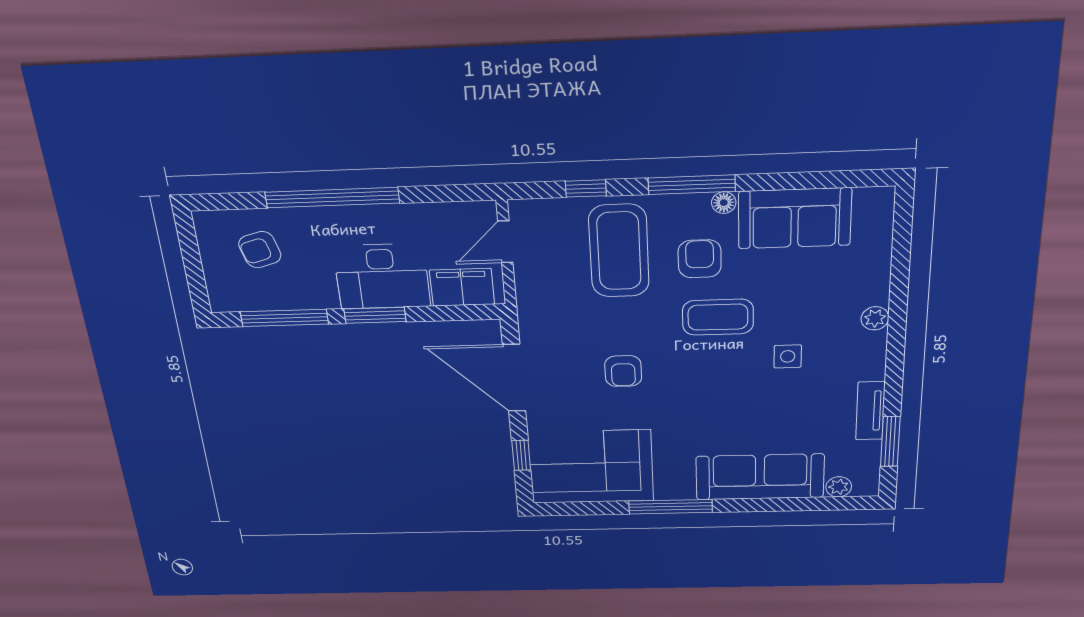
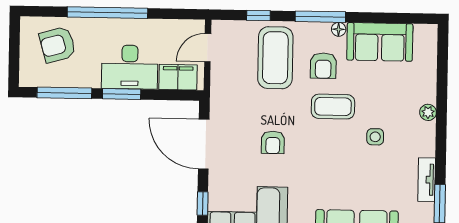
armchair: (260, 250) -> (58, 45), width x1.38, depth x1.38
armchair: (700, 259) -> (323, 66), turned 180

